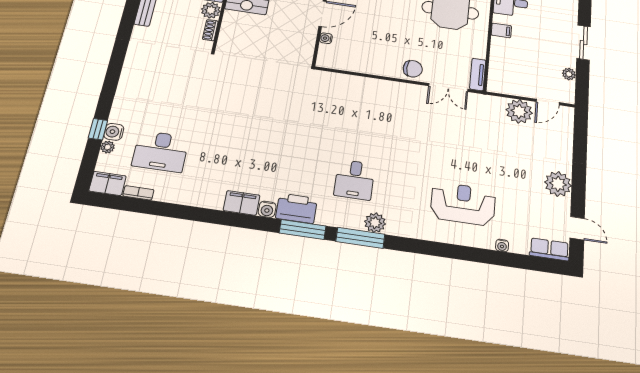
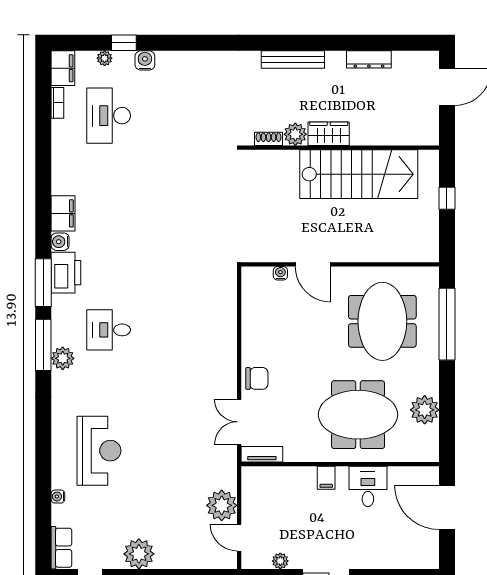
chair: (413, 69) -> (257, 378), turned -90
water cooler: (114, 132) -> (145, 60), moved

